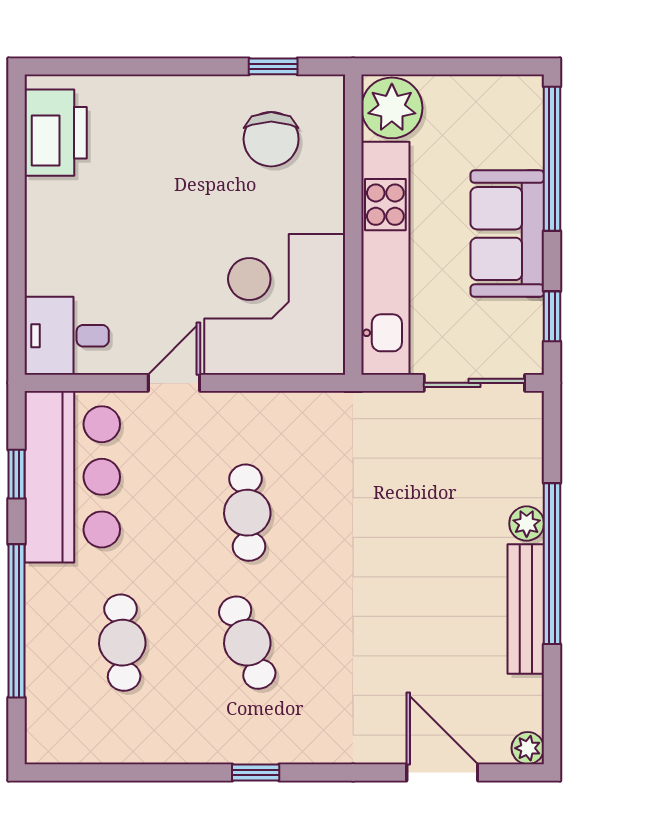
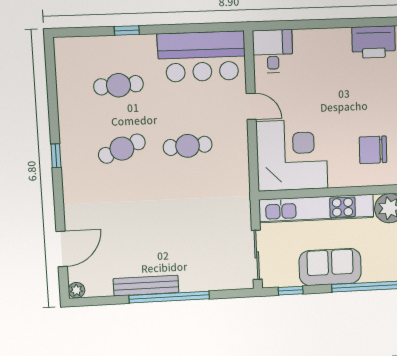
window: (16, 474) -> (202, 28), removed
plant: (527, 524) -> (188, 284), removed
window: (16, 621) -> (127, 30), width x0.32

